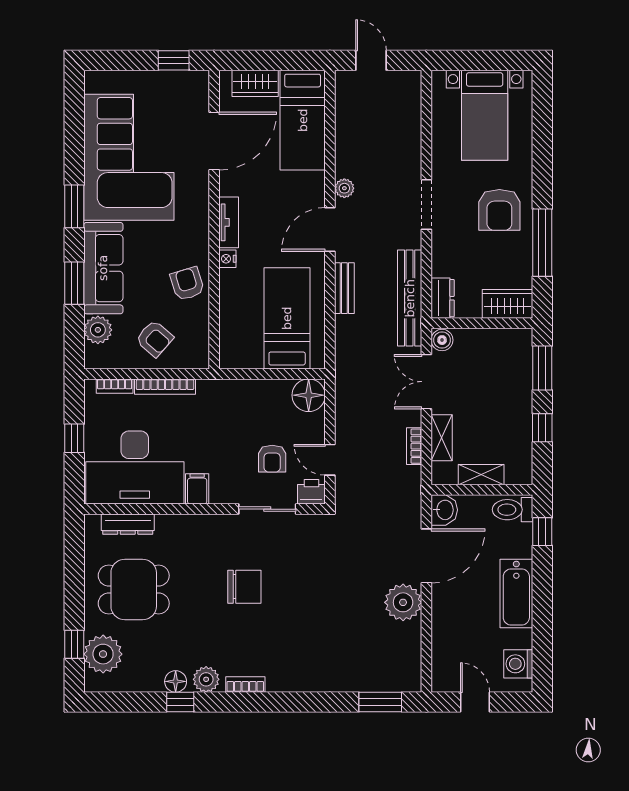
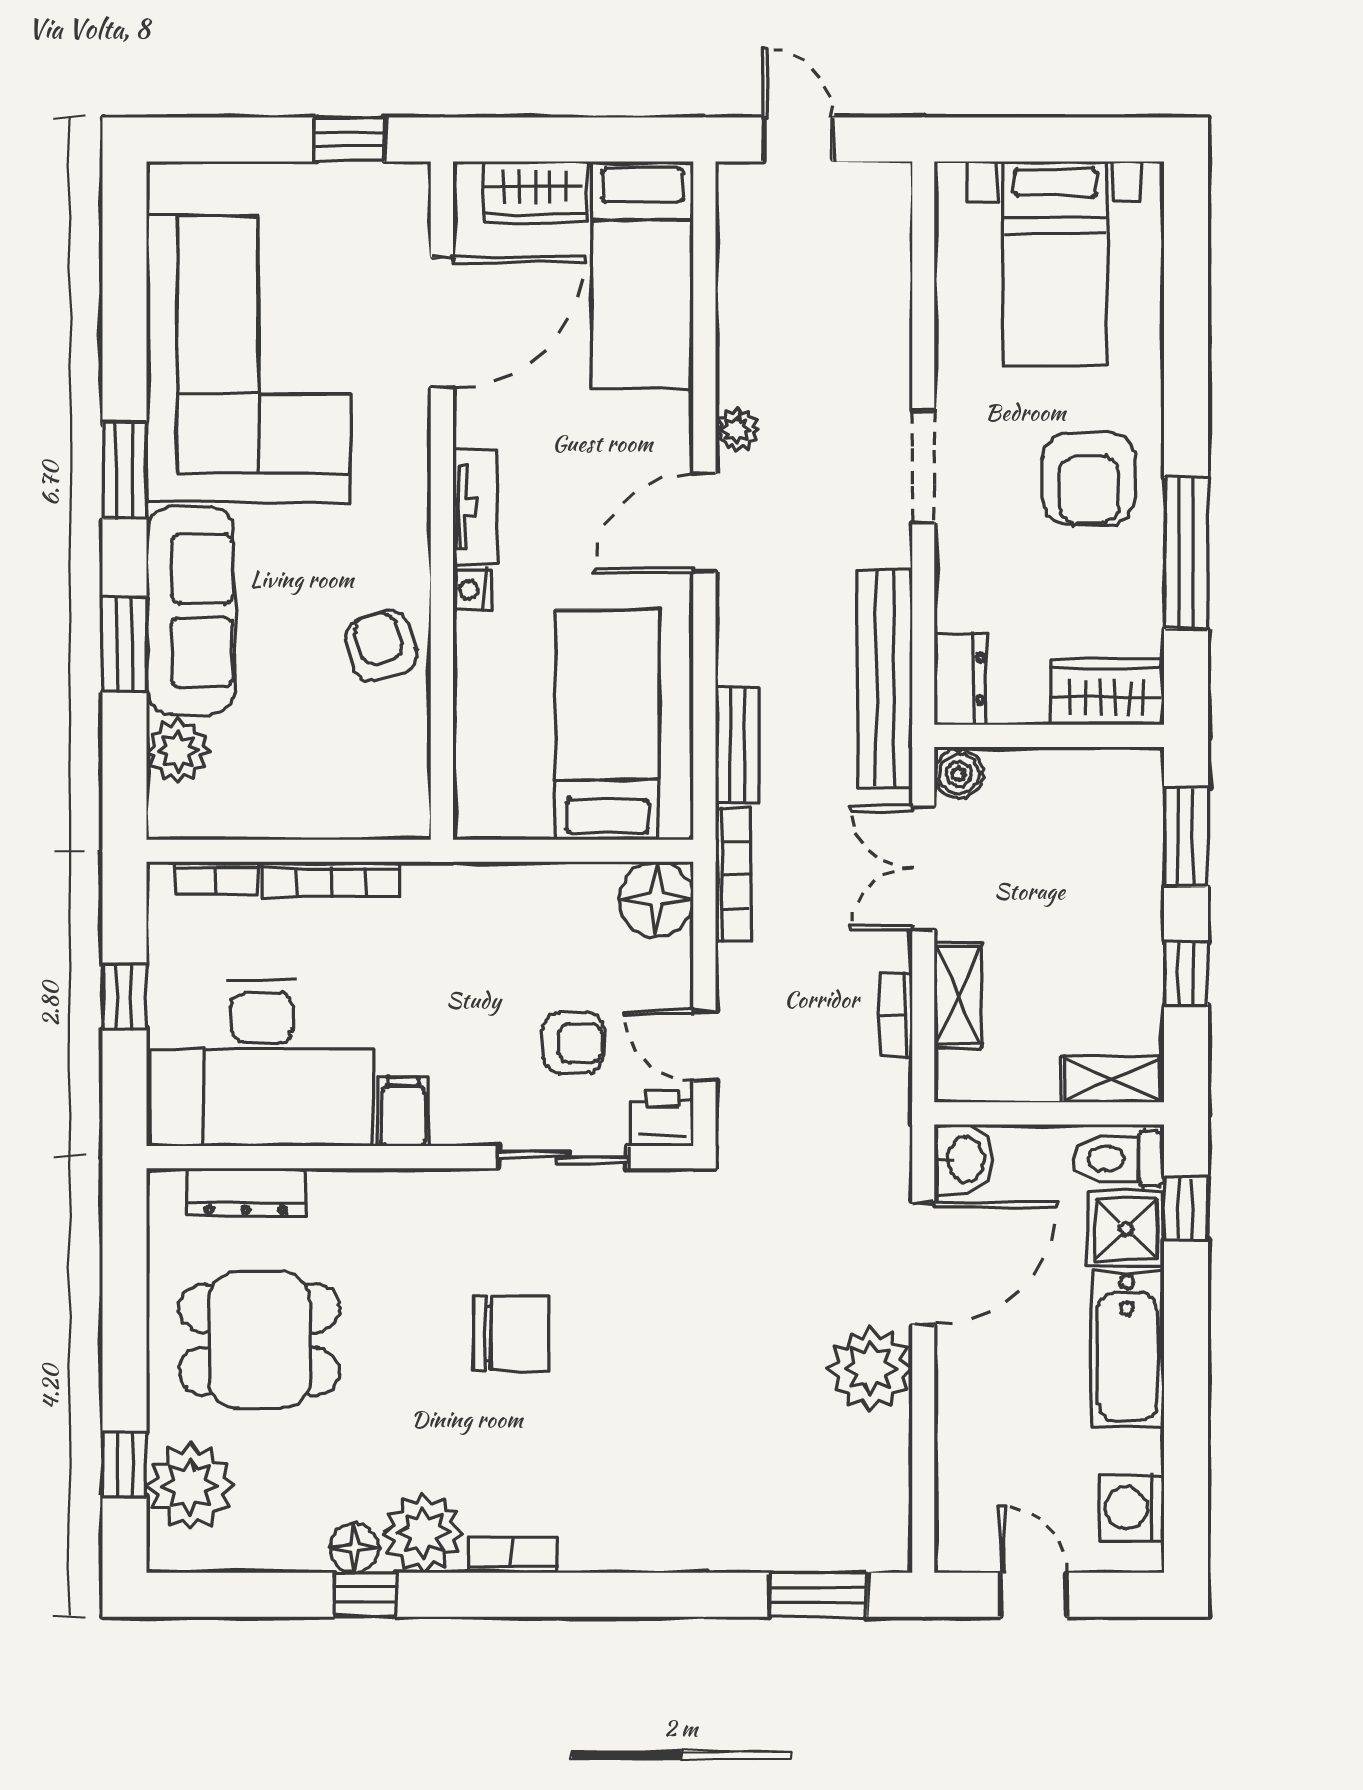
bench: (344, 288) -> (737, 745), moved
armchair: (154, 339) -> (307, 770), removed
bookcase: (342, 385) -> (733, 875), added
armchair: (272, 459) -> (573, 1043), turned -90
shelving: (481, 475) -> (1112, 1079), moved
shower: (516, 541) -> (1126, 1229), added
plant: (206, 679) -> (424, 1533), width x1.36, depth x1.36

